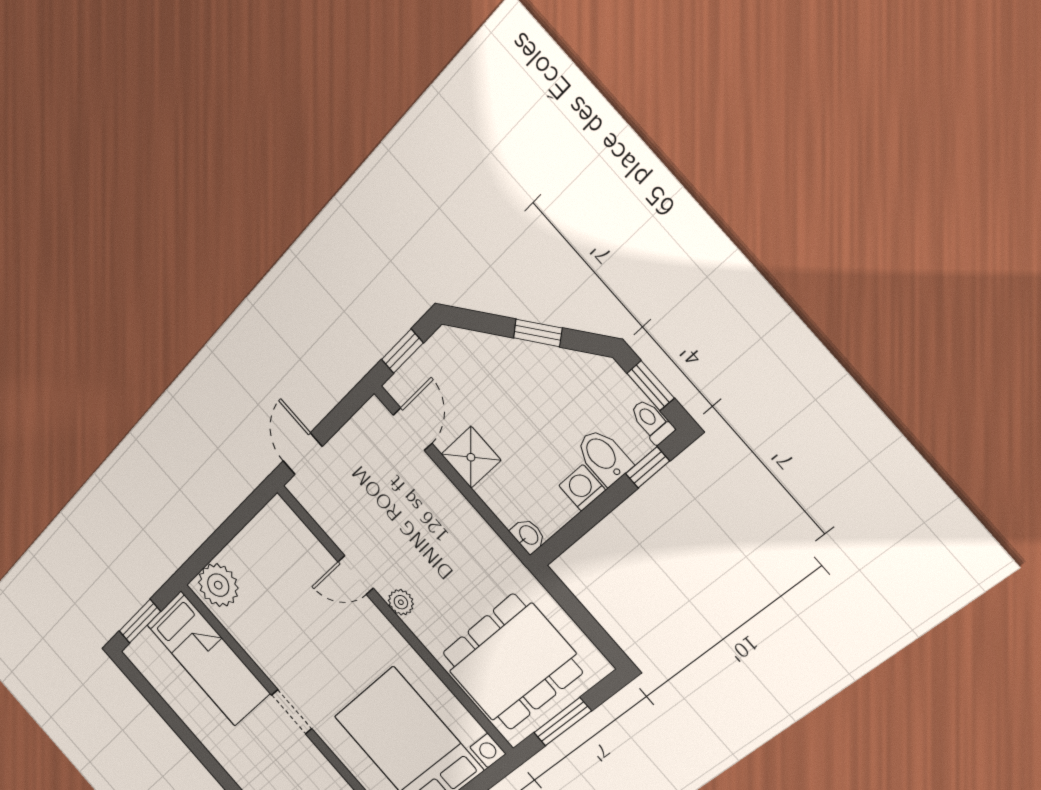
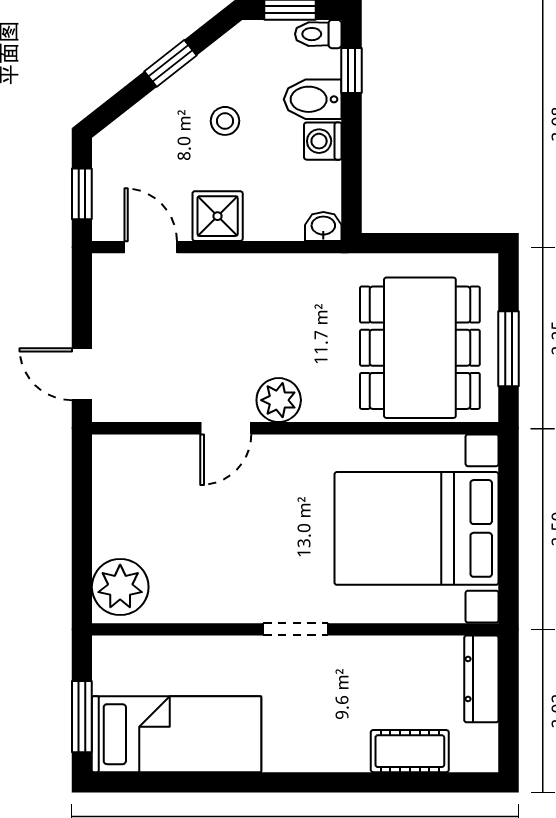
stool: (535, 407) -> (225, 121), added
plant: (401, 602) -> (279, 400), width x1.38, depth x1.38
bed: (208, 659) -> (177, 734), moved

